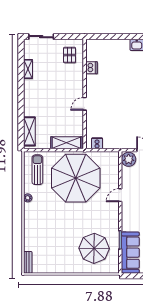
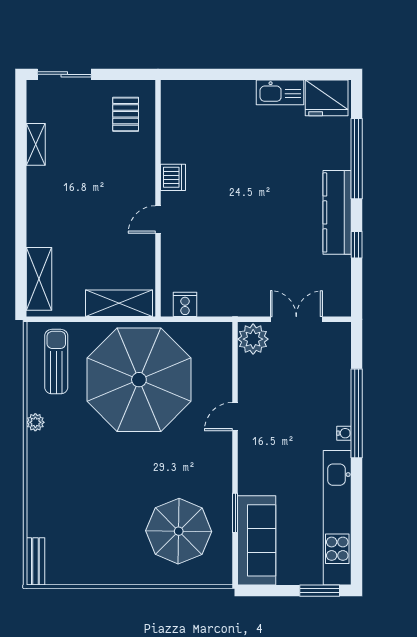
dishwasher: (92, 68) -> (173, 177), moved

